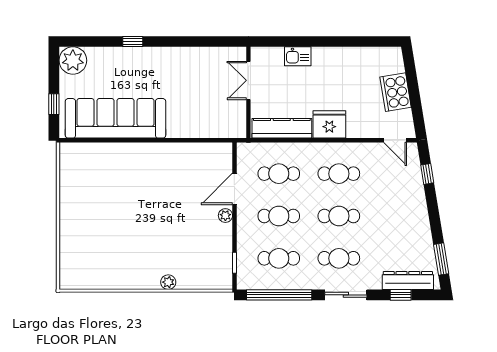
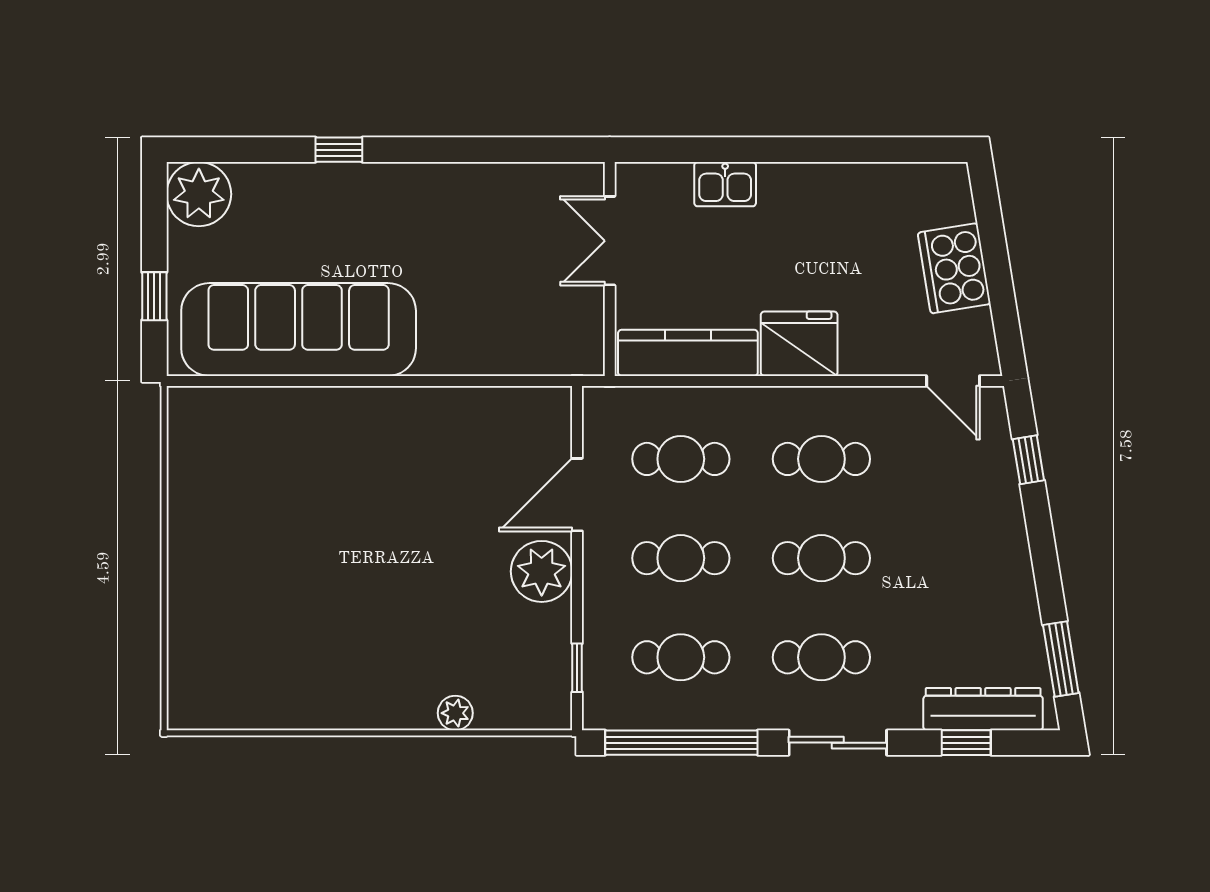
plant: (225, 216) -> (542, 571), width x1.88, depth x1.88
plant: (168, 282) -> (455, 713), moved

